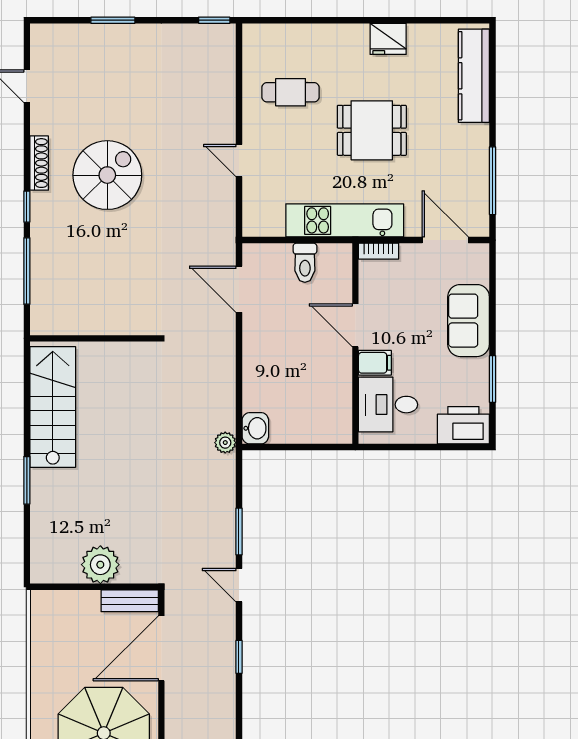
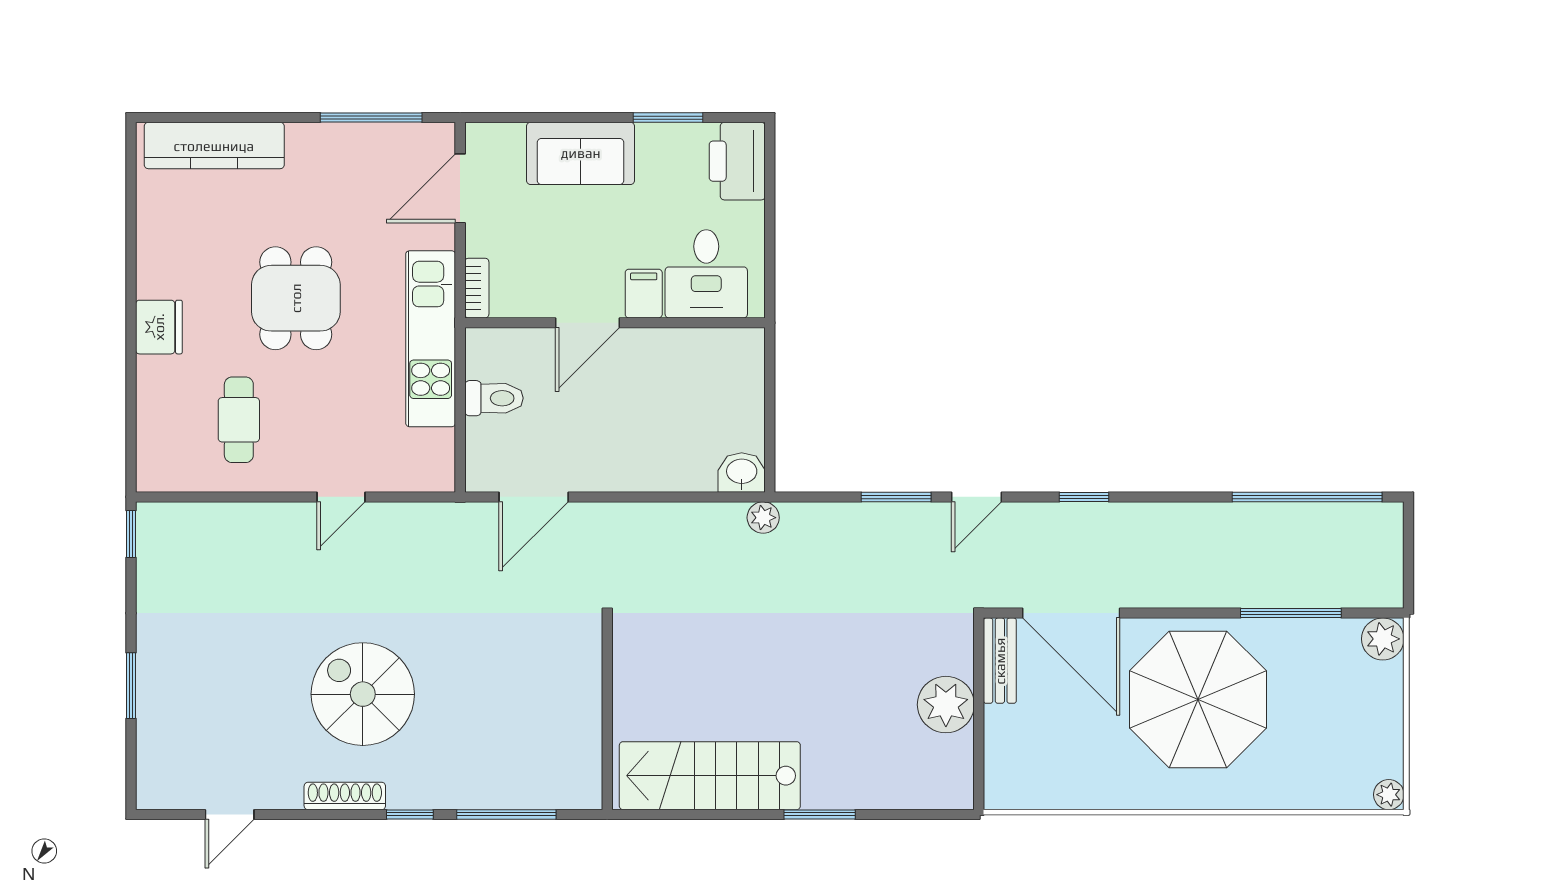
fridge: (388, 39) -> (159, 327), moved

